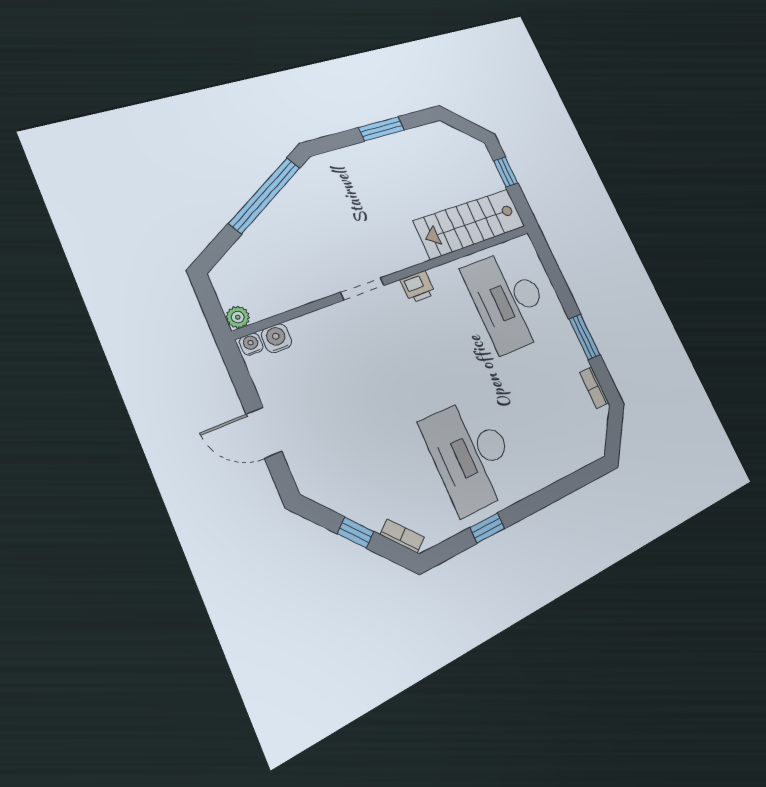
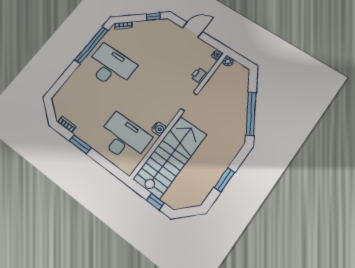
stairs: (470, 224) -> (170, 157), width x1.36, depth x1.51
printer: (418, 287) -> (199, 75), moved
water cooler: (277, 338) -> (159, 129), moved
window: (487, 528) -> (92, 45), width x3.17
window: (356, 533) -> (153, 17), moved

